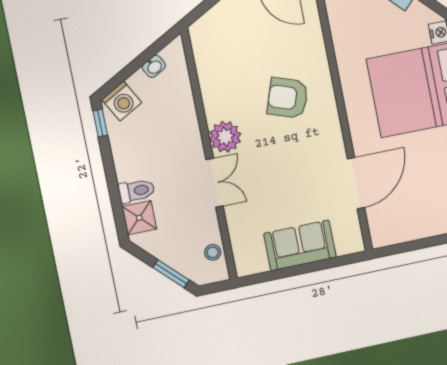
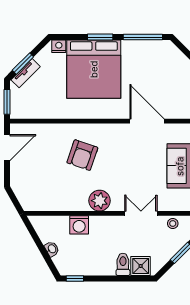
washbasin: (154, 66) -> (52, 249), moved
washing machine: (122, 101) -> (79, 225), moved, turned 119
double door: (215, 183) -> (141, 213), moved

